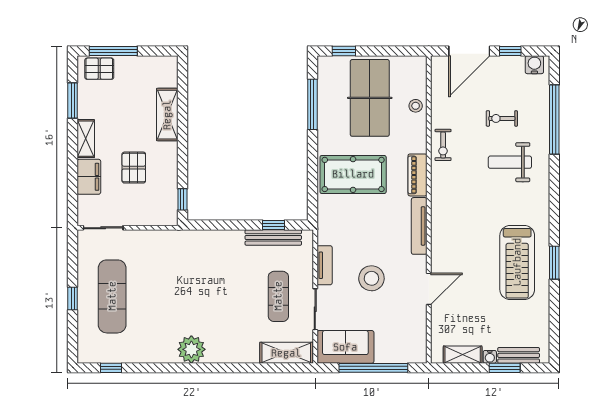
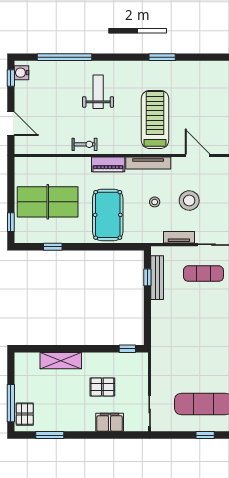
door: (469, 51) -> (11, 124), width x0.73
window: (510, 51) -> (11, 78), moved
window: (312, 104) -> (53, 247), width x0.46
stool: (416, 106) -> (155, 202), moved
exercise bike: (502, 118) -> (64, 98), removed
shelving: (86, 139) -> (80, 425), removed
weight bench: (510, 162) -> (98, 92), turned 180
treadmill: (517, 262) -> (155, 119), moved, turned -90
window: (554, 263) -> (162, 57), moved

